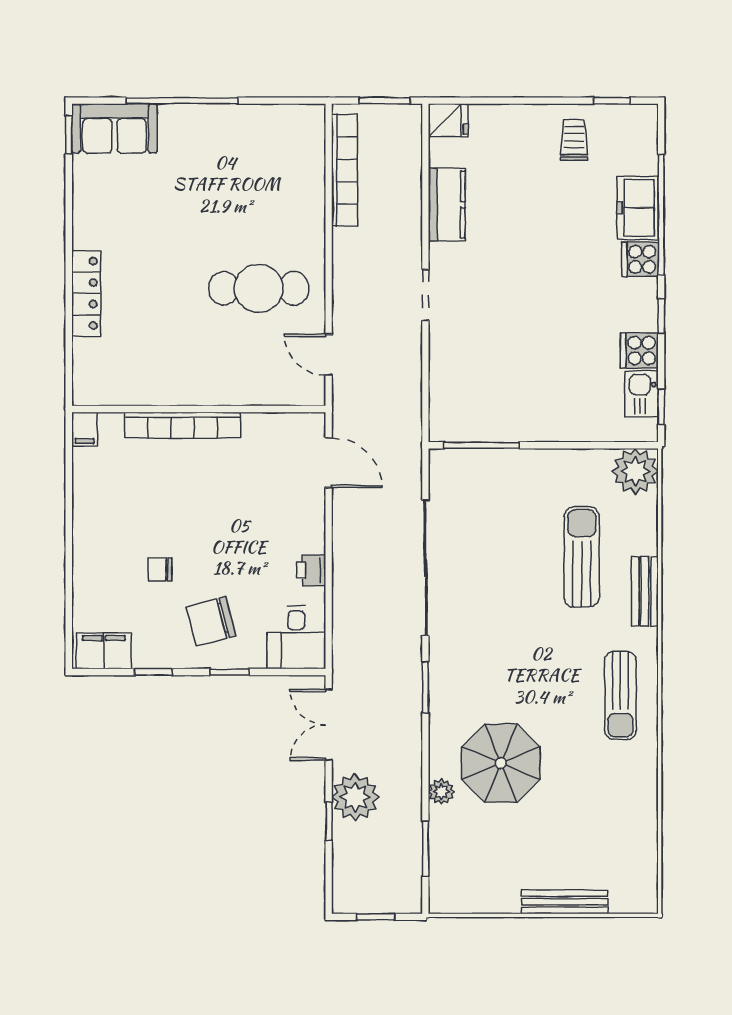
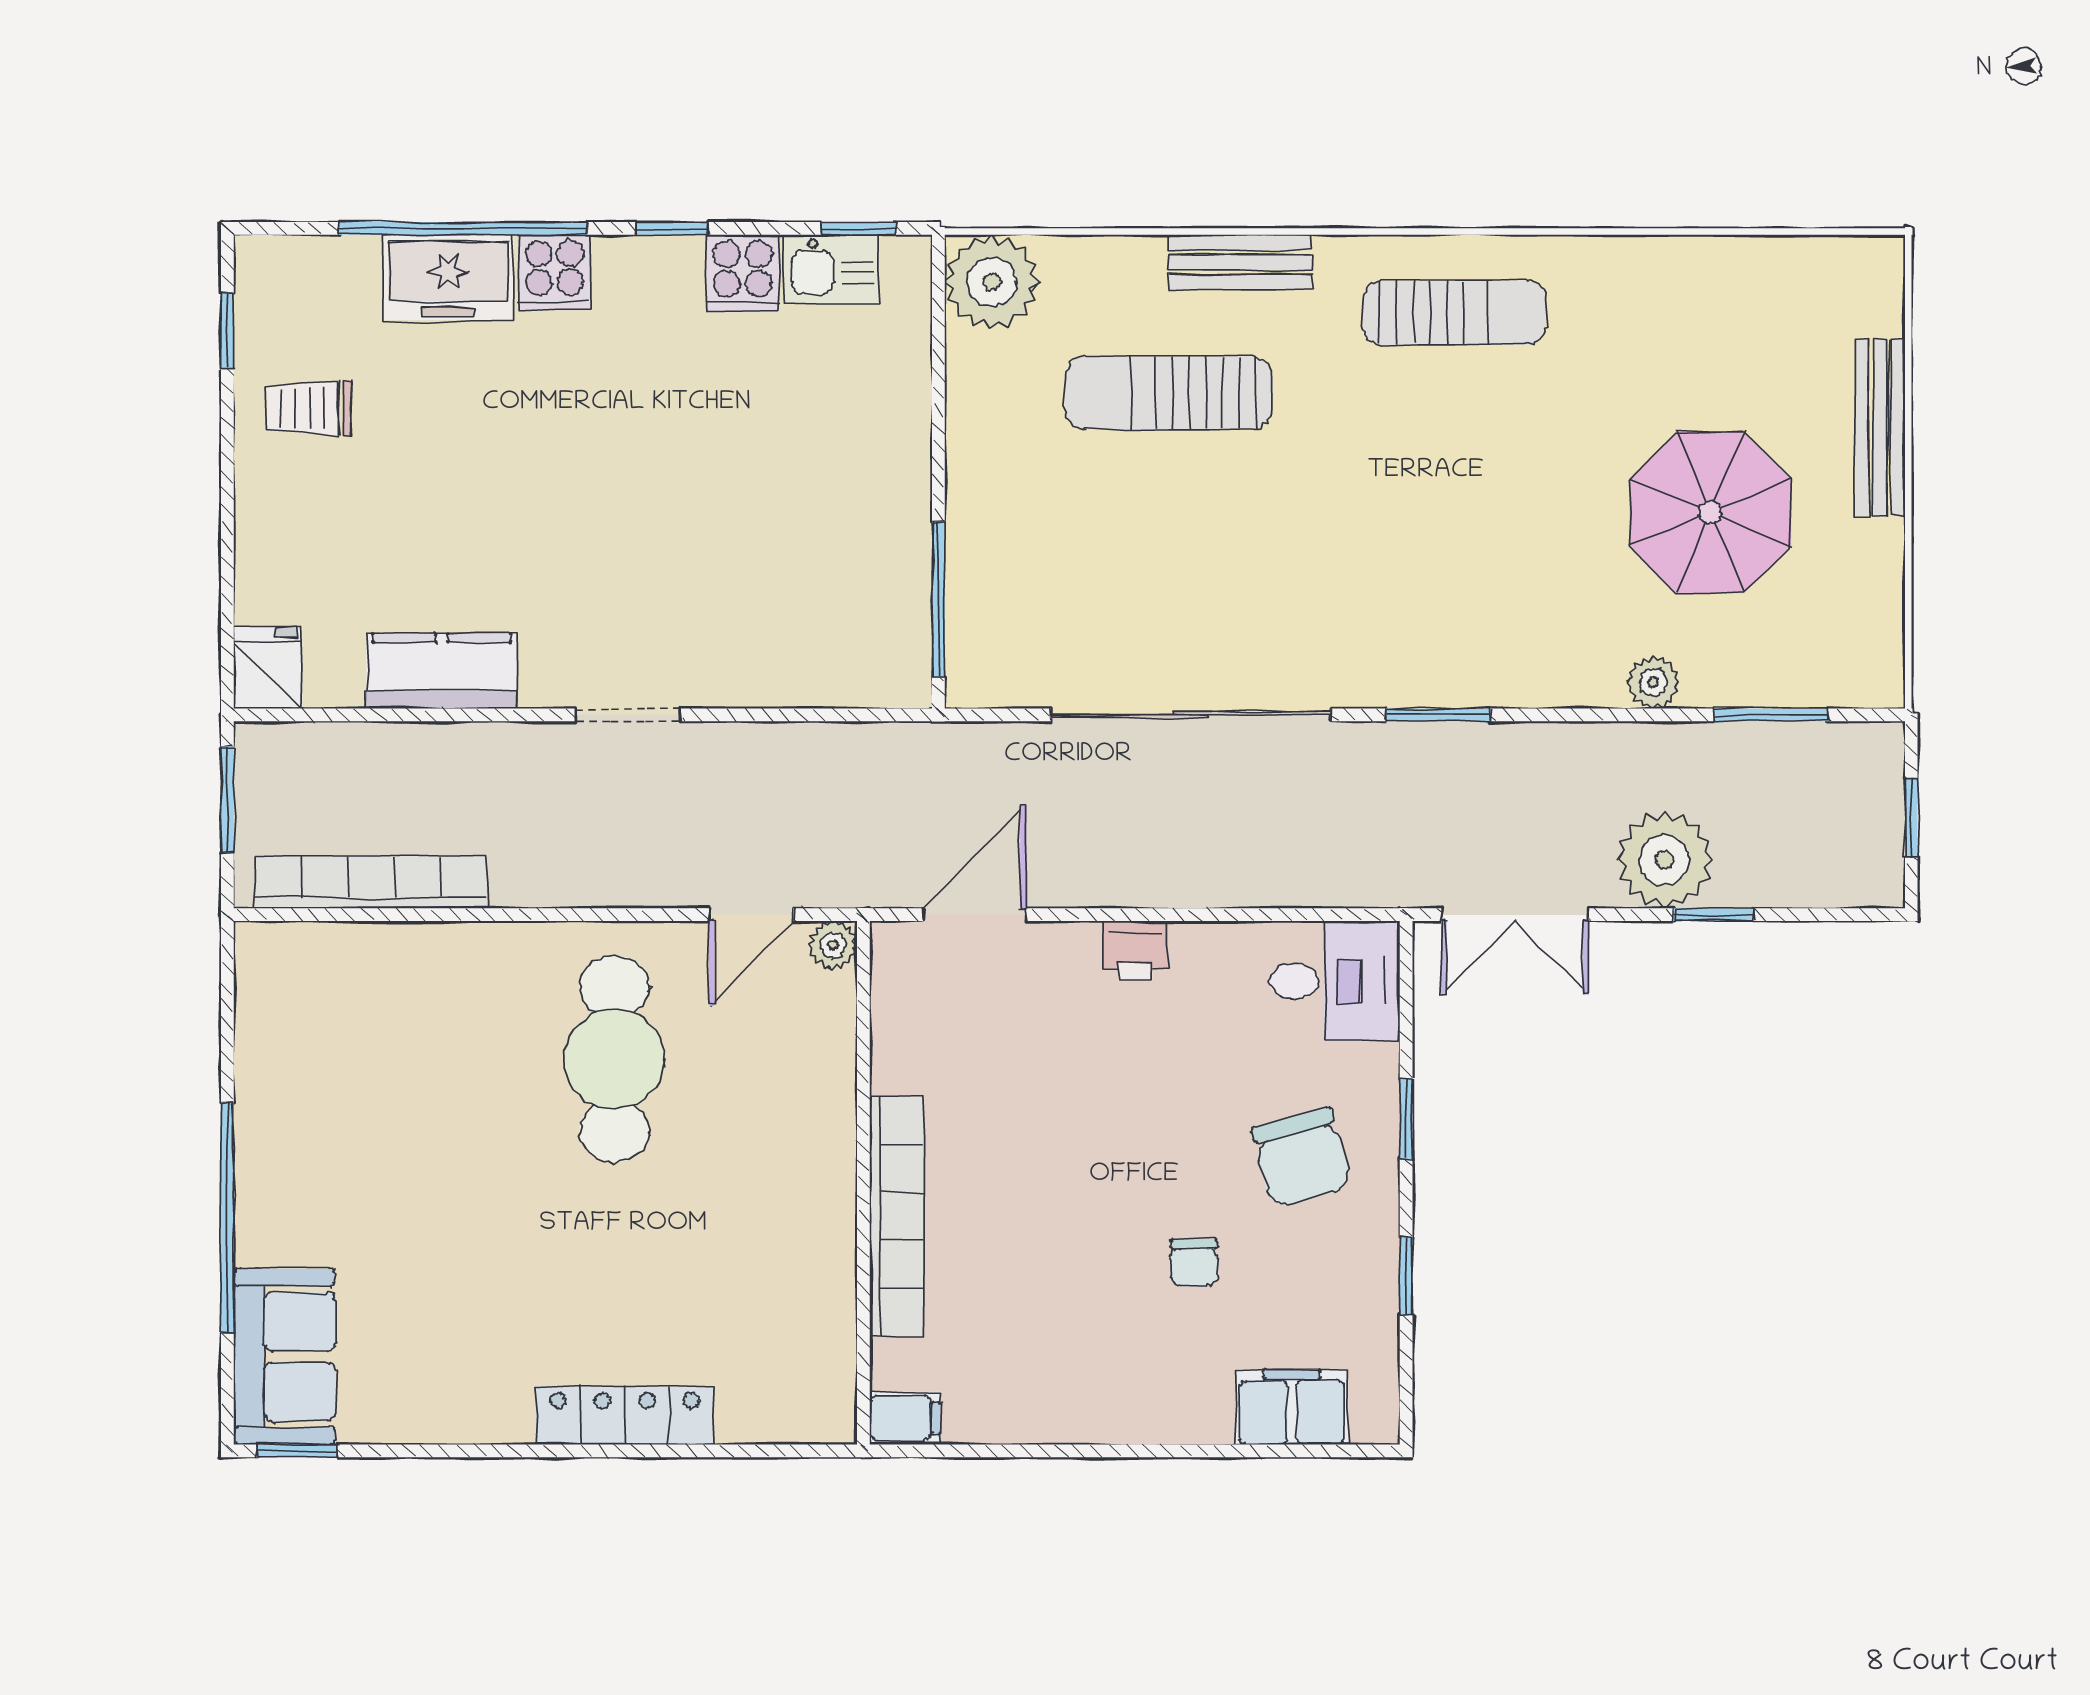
plant: (314, 394) -> (833, 945), added
printer: (311, 570) -> (1135, 950), moved
filing cabinet: (104, 651) -> (1292, 1407), moved, turned 90
parasol: (501, 763) -> (1710, 512), moved

